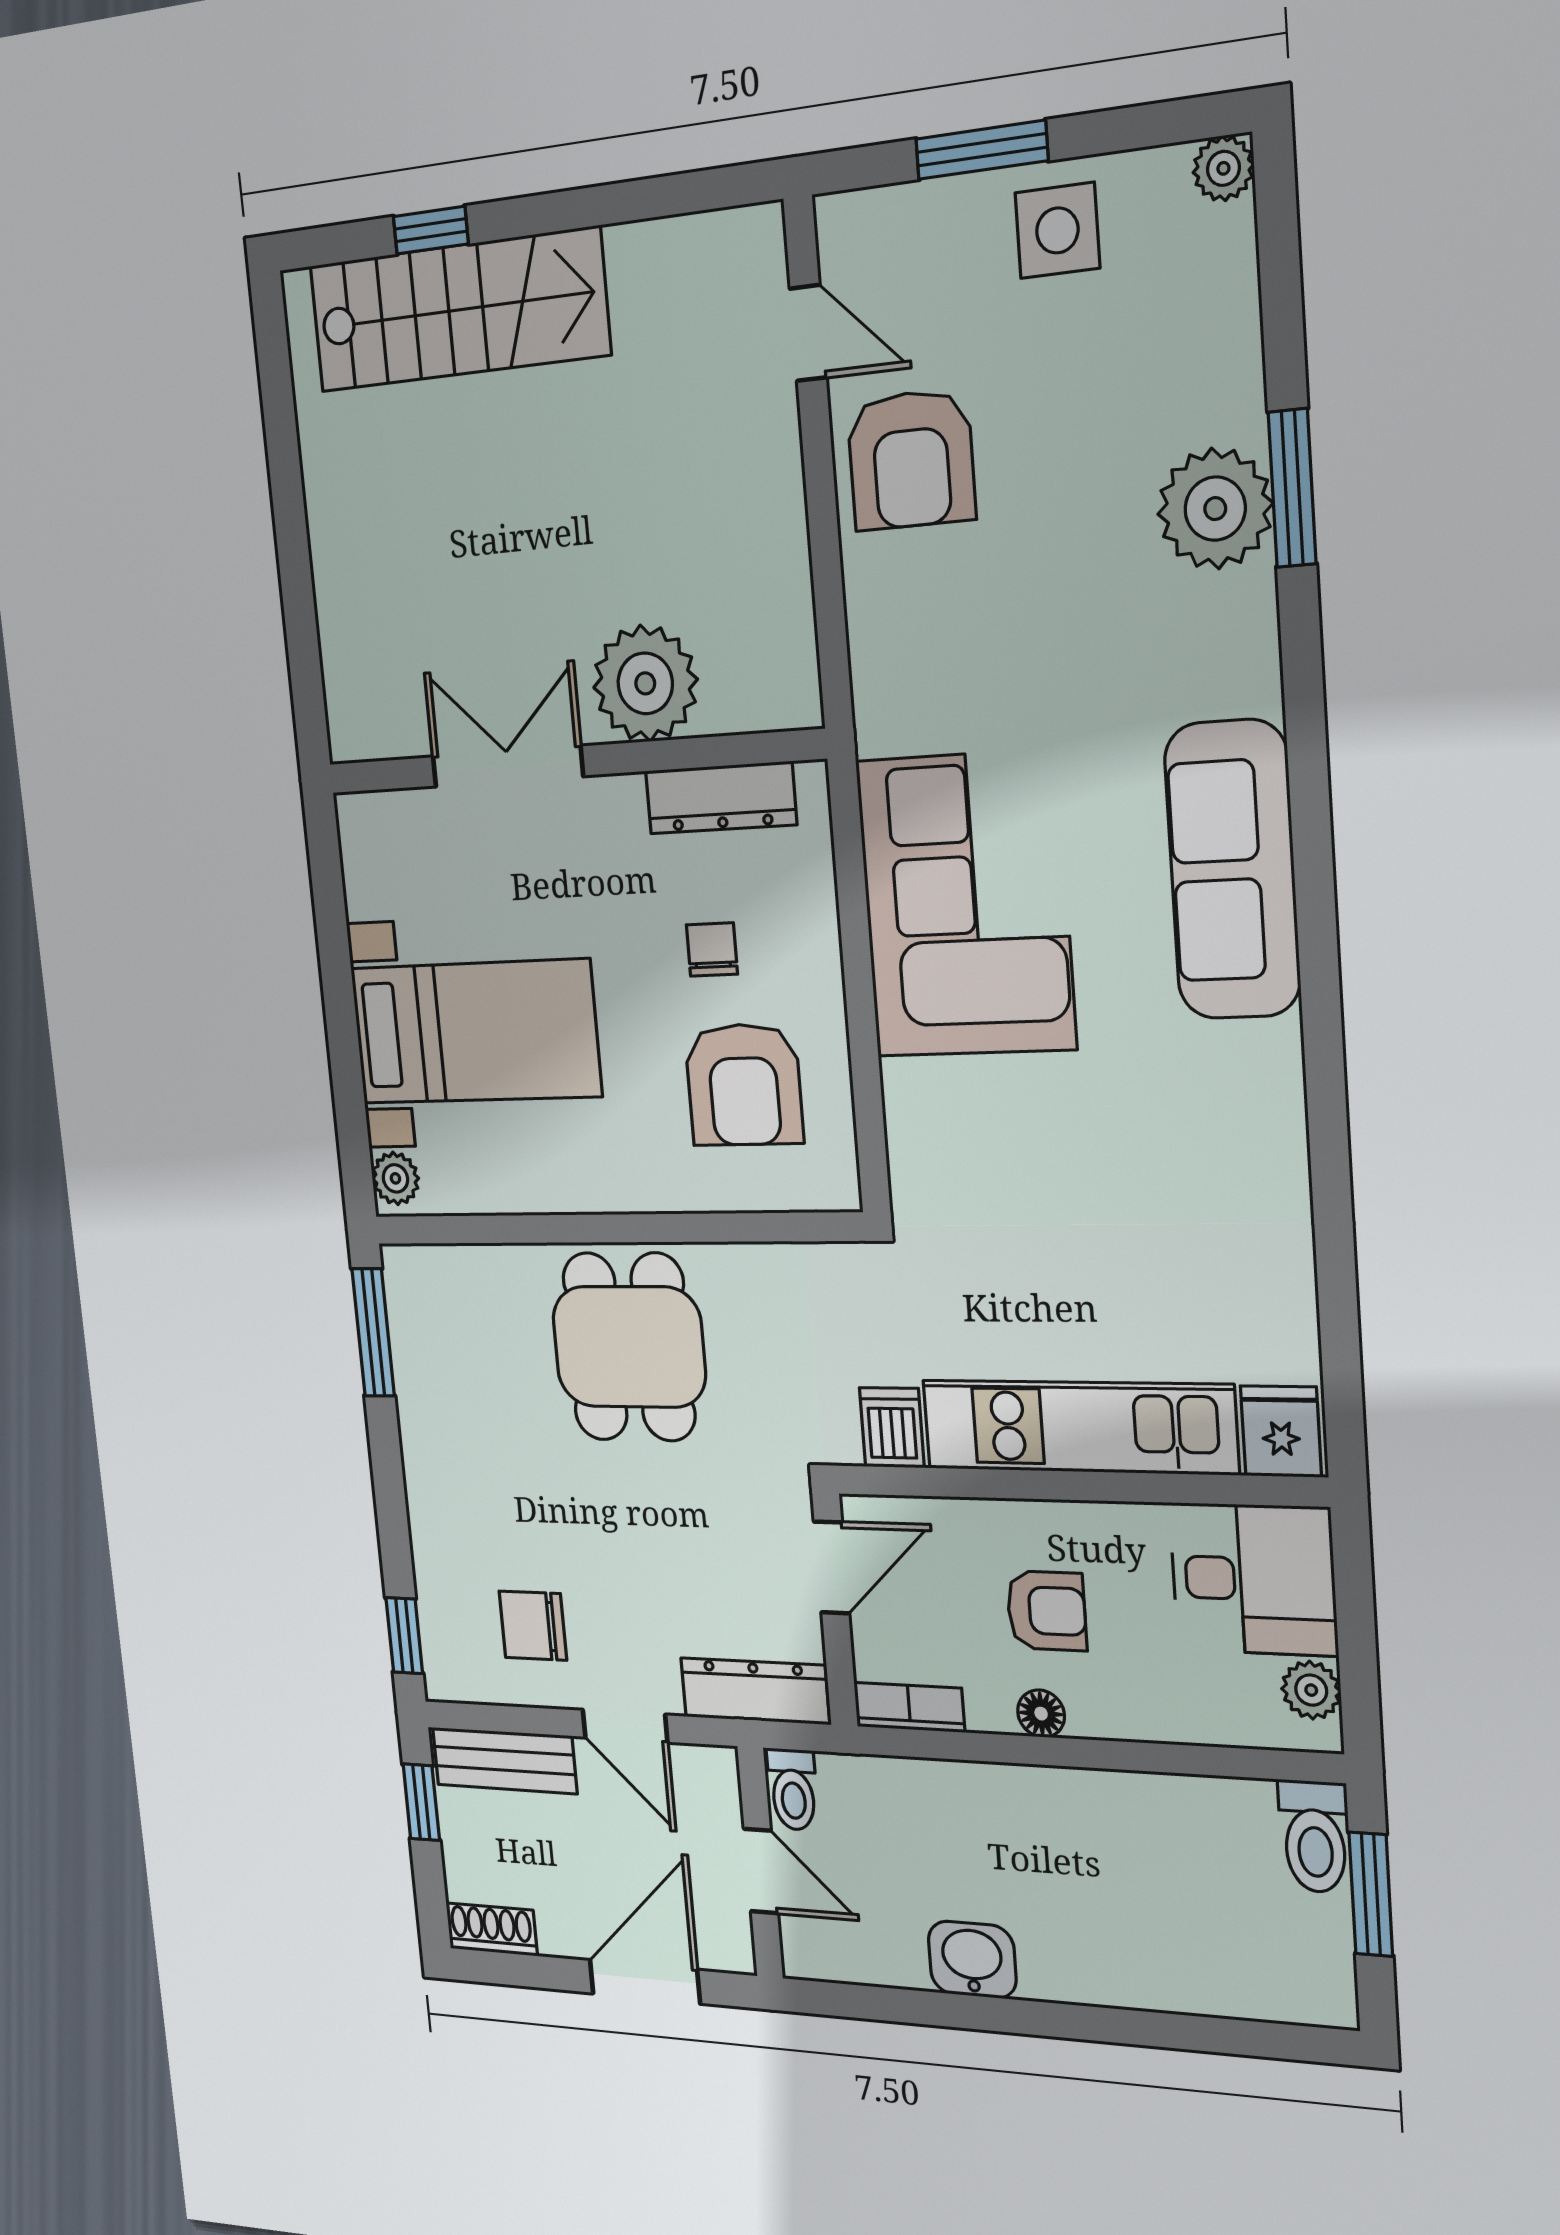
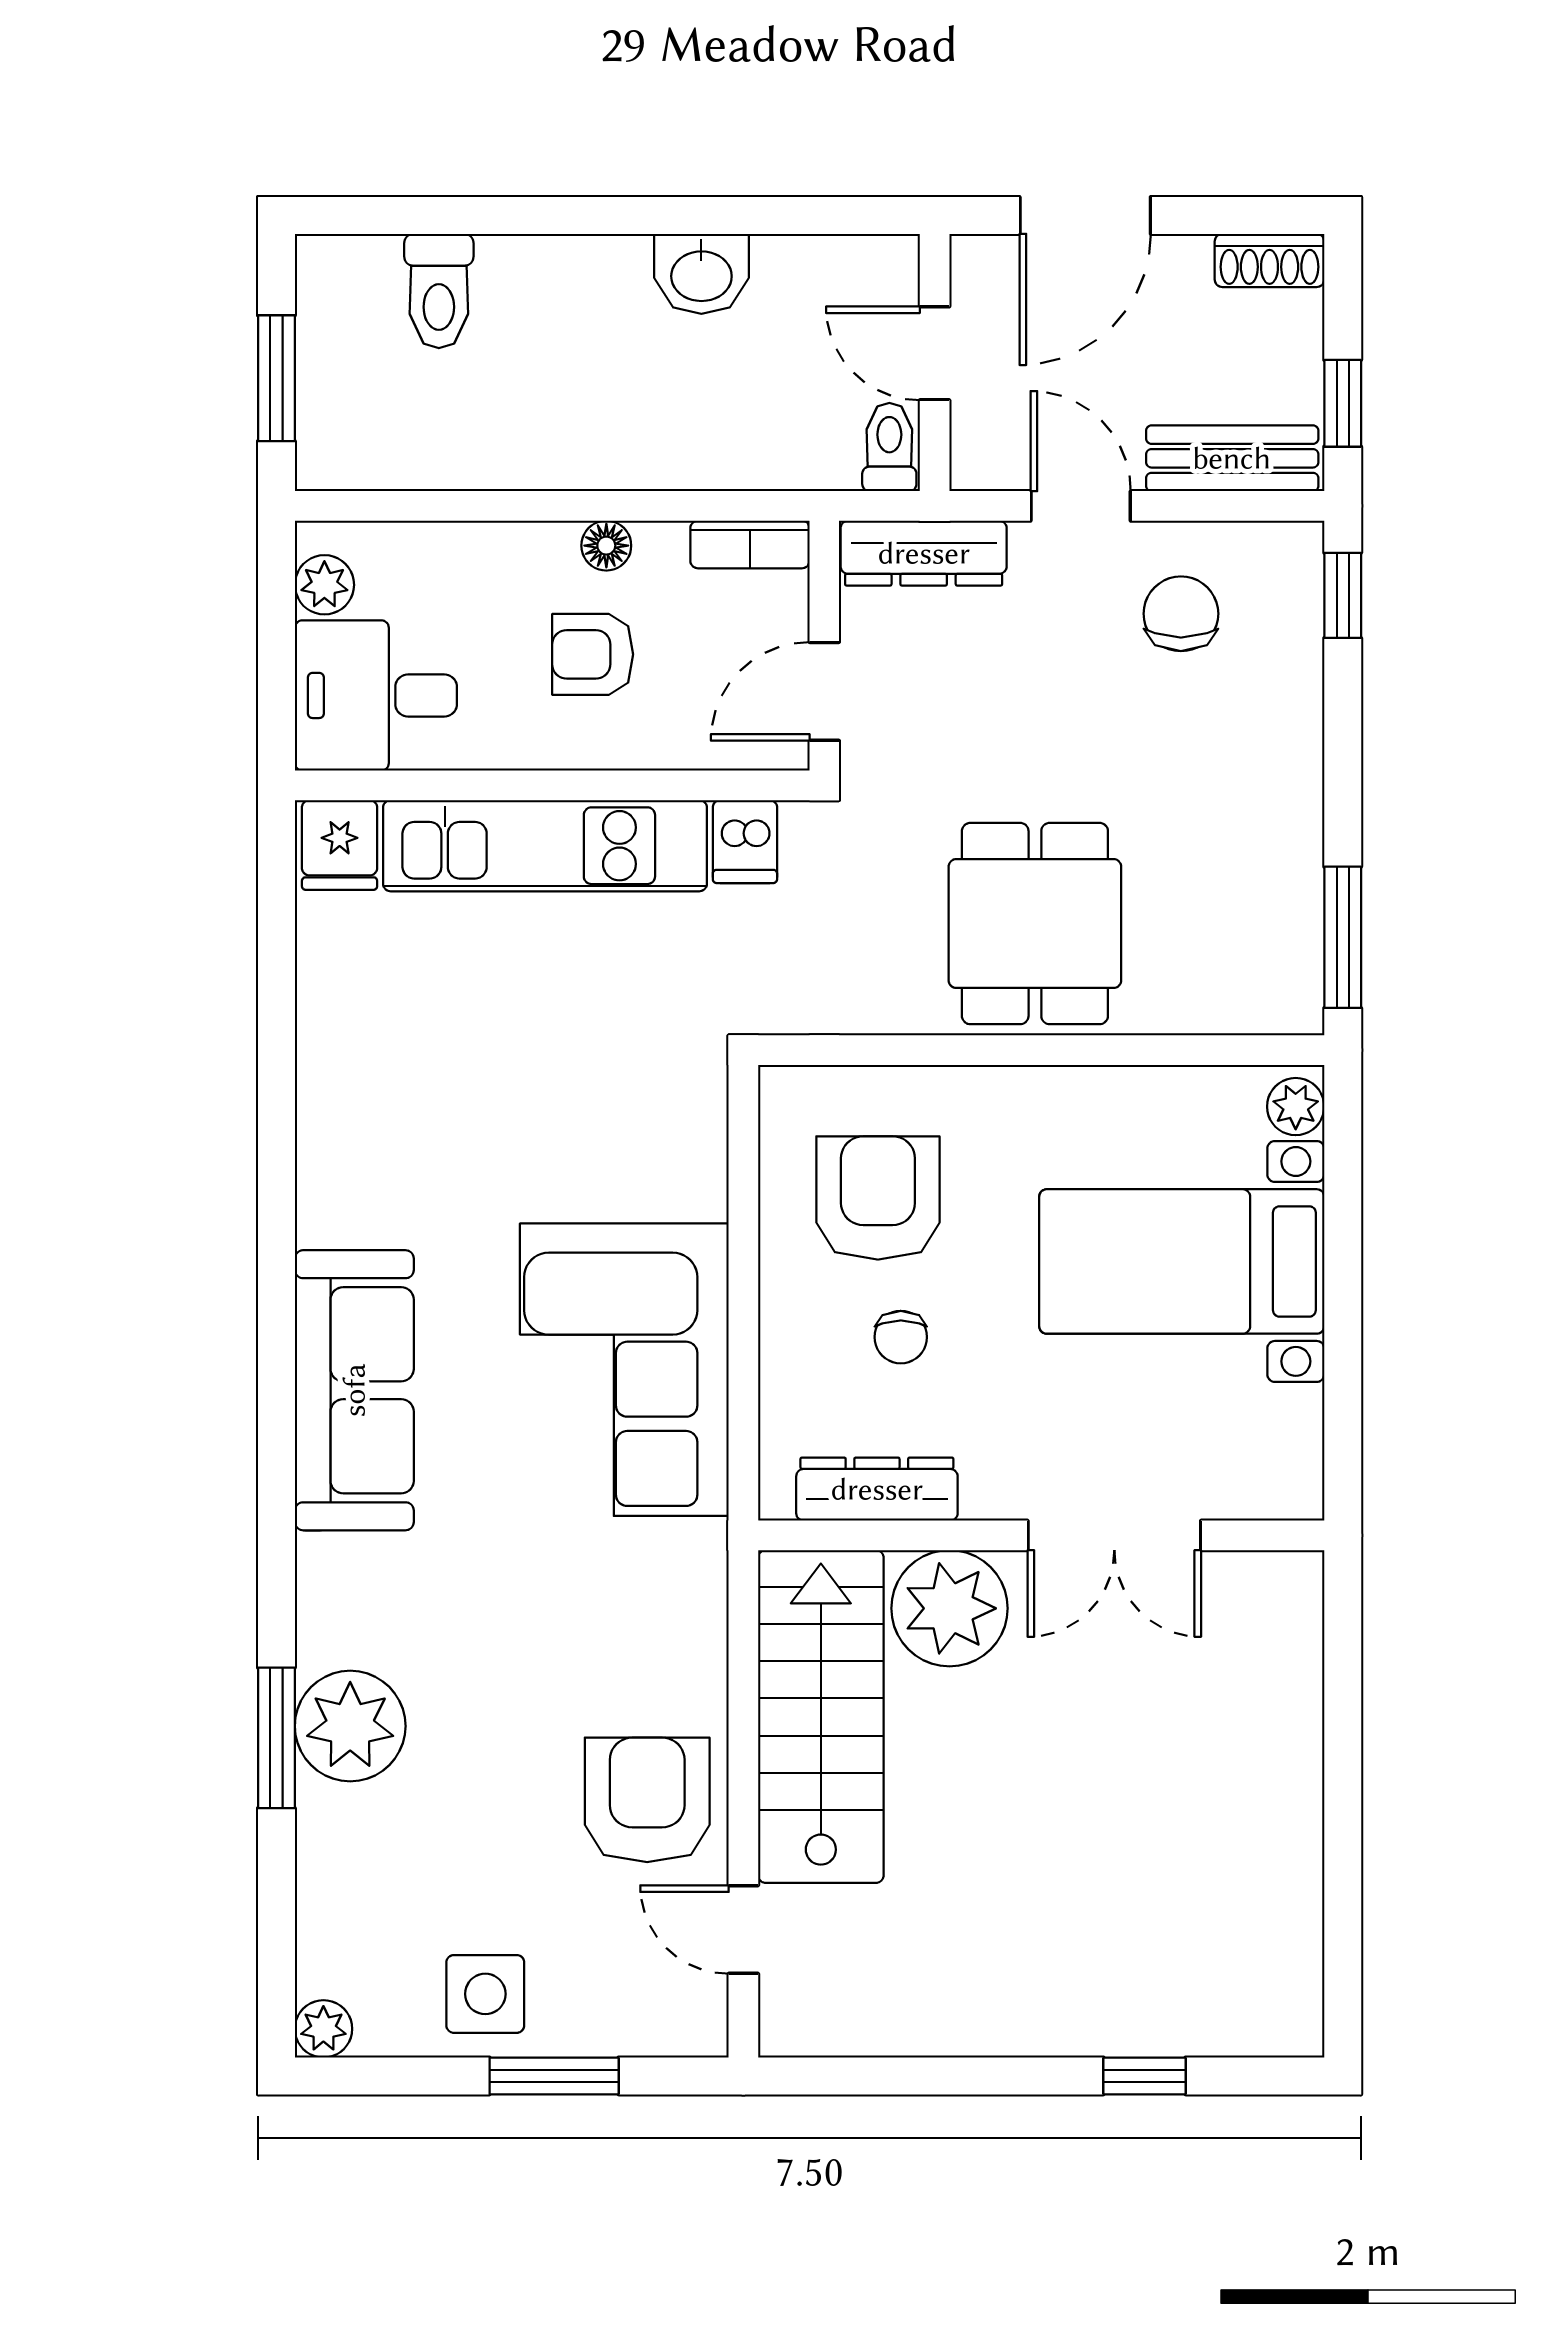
stairs: (458, 310) -> (821, 1717), moved, turned 90
chair: (533, 1626) -> (1181, 614), turned -90
toilet: (1315, 1837) -> (439, 291), moved, turned 180

